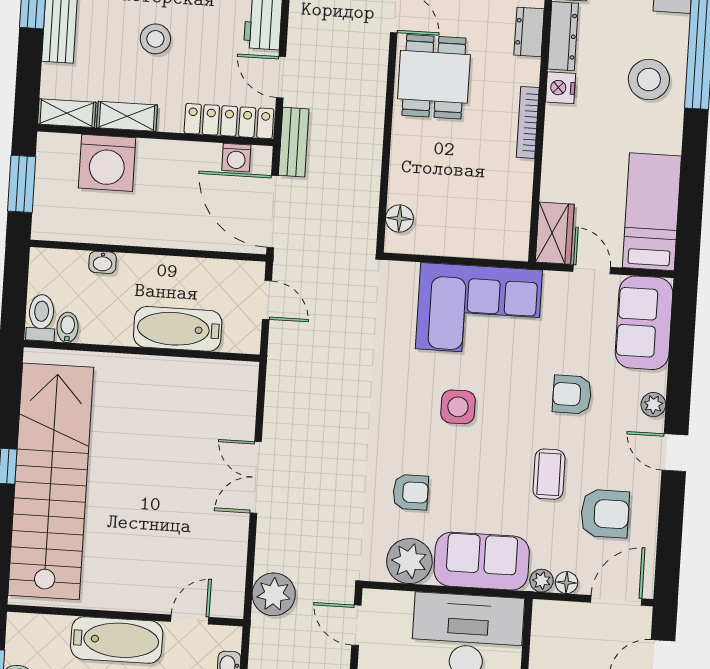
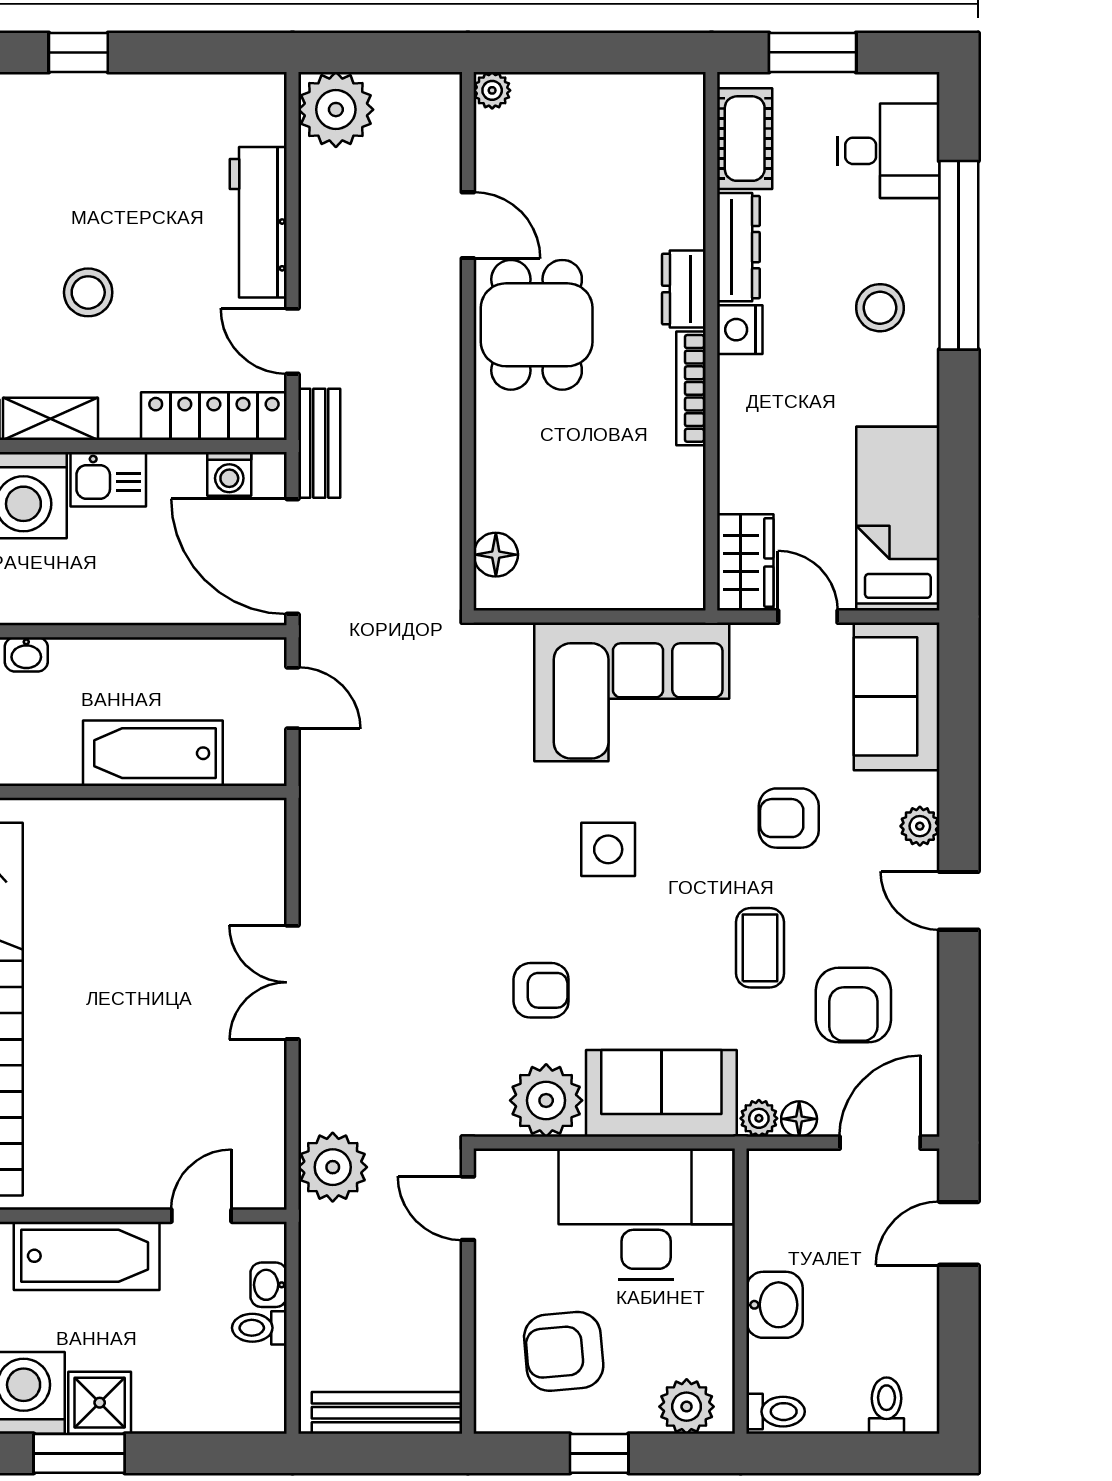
dresser: (529, 32) -> (684, 289), moved
stool: (649, 80) -> (880, 308), width x0.73, depth x0.73
kitchen sink: (161, 156) -> (108, 479), added
armchair: (605, 514) -> (853, 1005), turned 90

